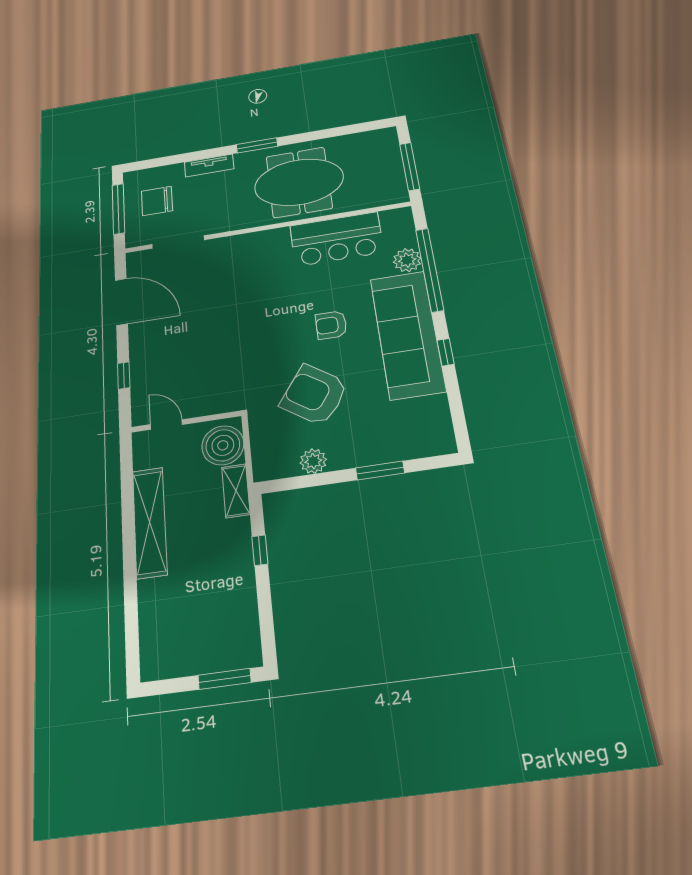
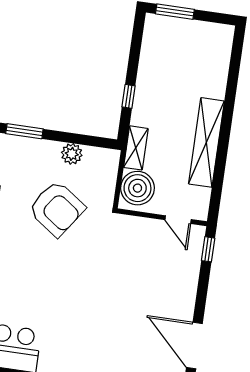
armchair: (331, 325) -> (27, 266), removed
window: (124, 375) -> (208, 249), moved

